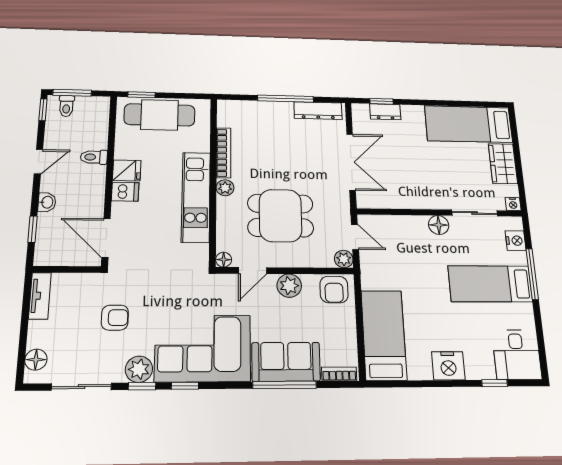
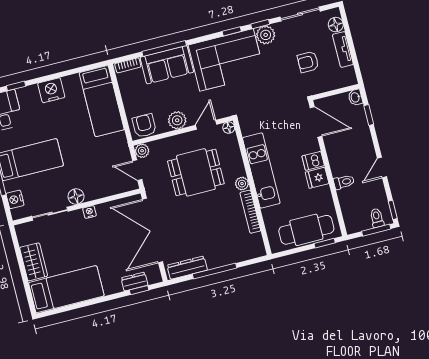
double door: (351, 162) -> (152, 231), width x1.36
washbasin: (47, 202) -> (355, 97), moved
nightstand: (513, 204) -> (90, 212), moved
tv unit: (40, 296) -> (343, 49), moved
armchair: (115, 318) -> (308, 62), moved

